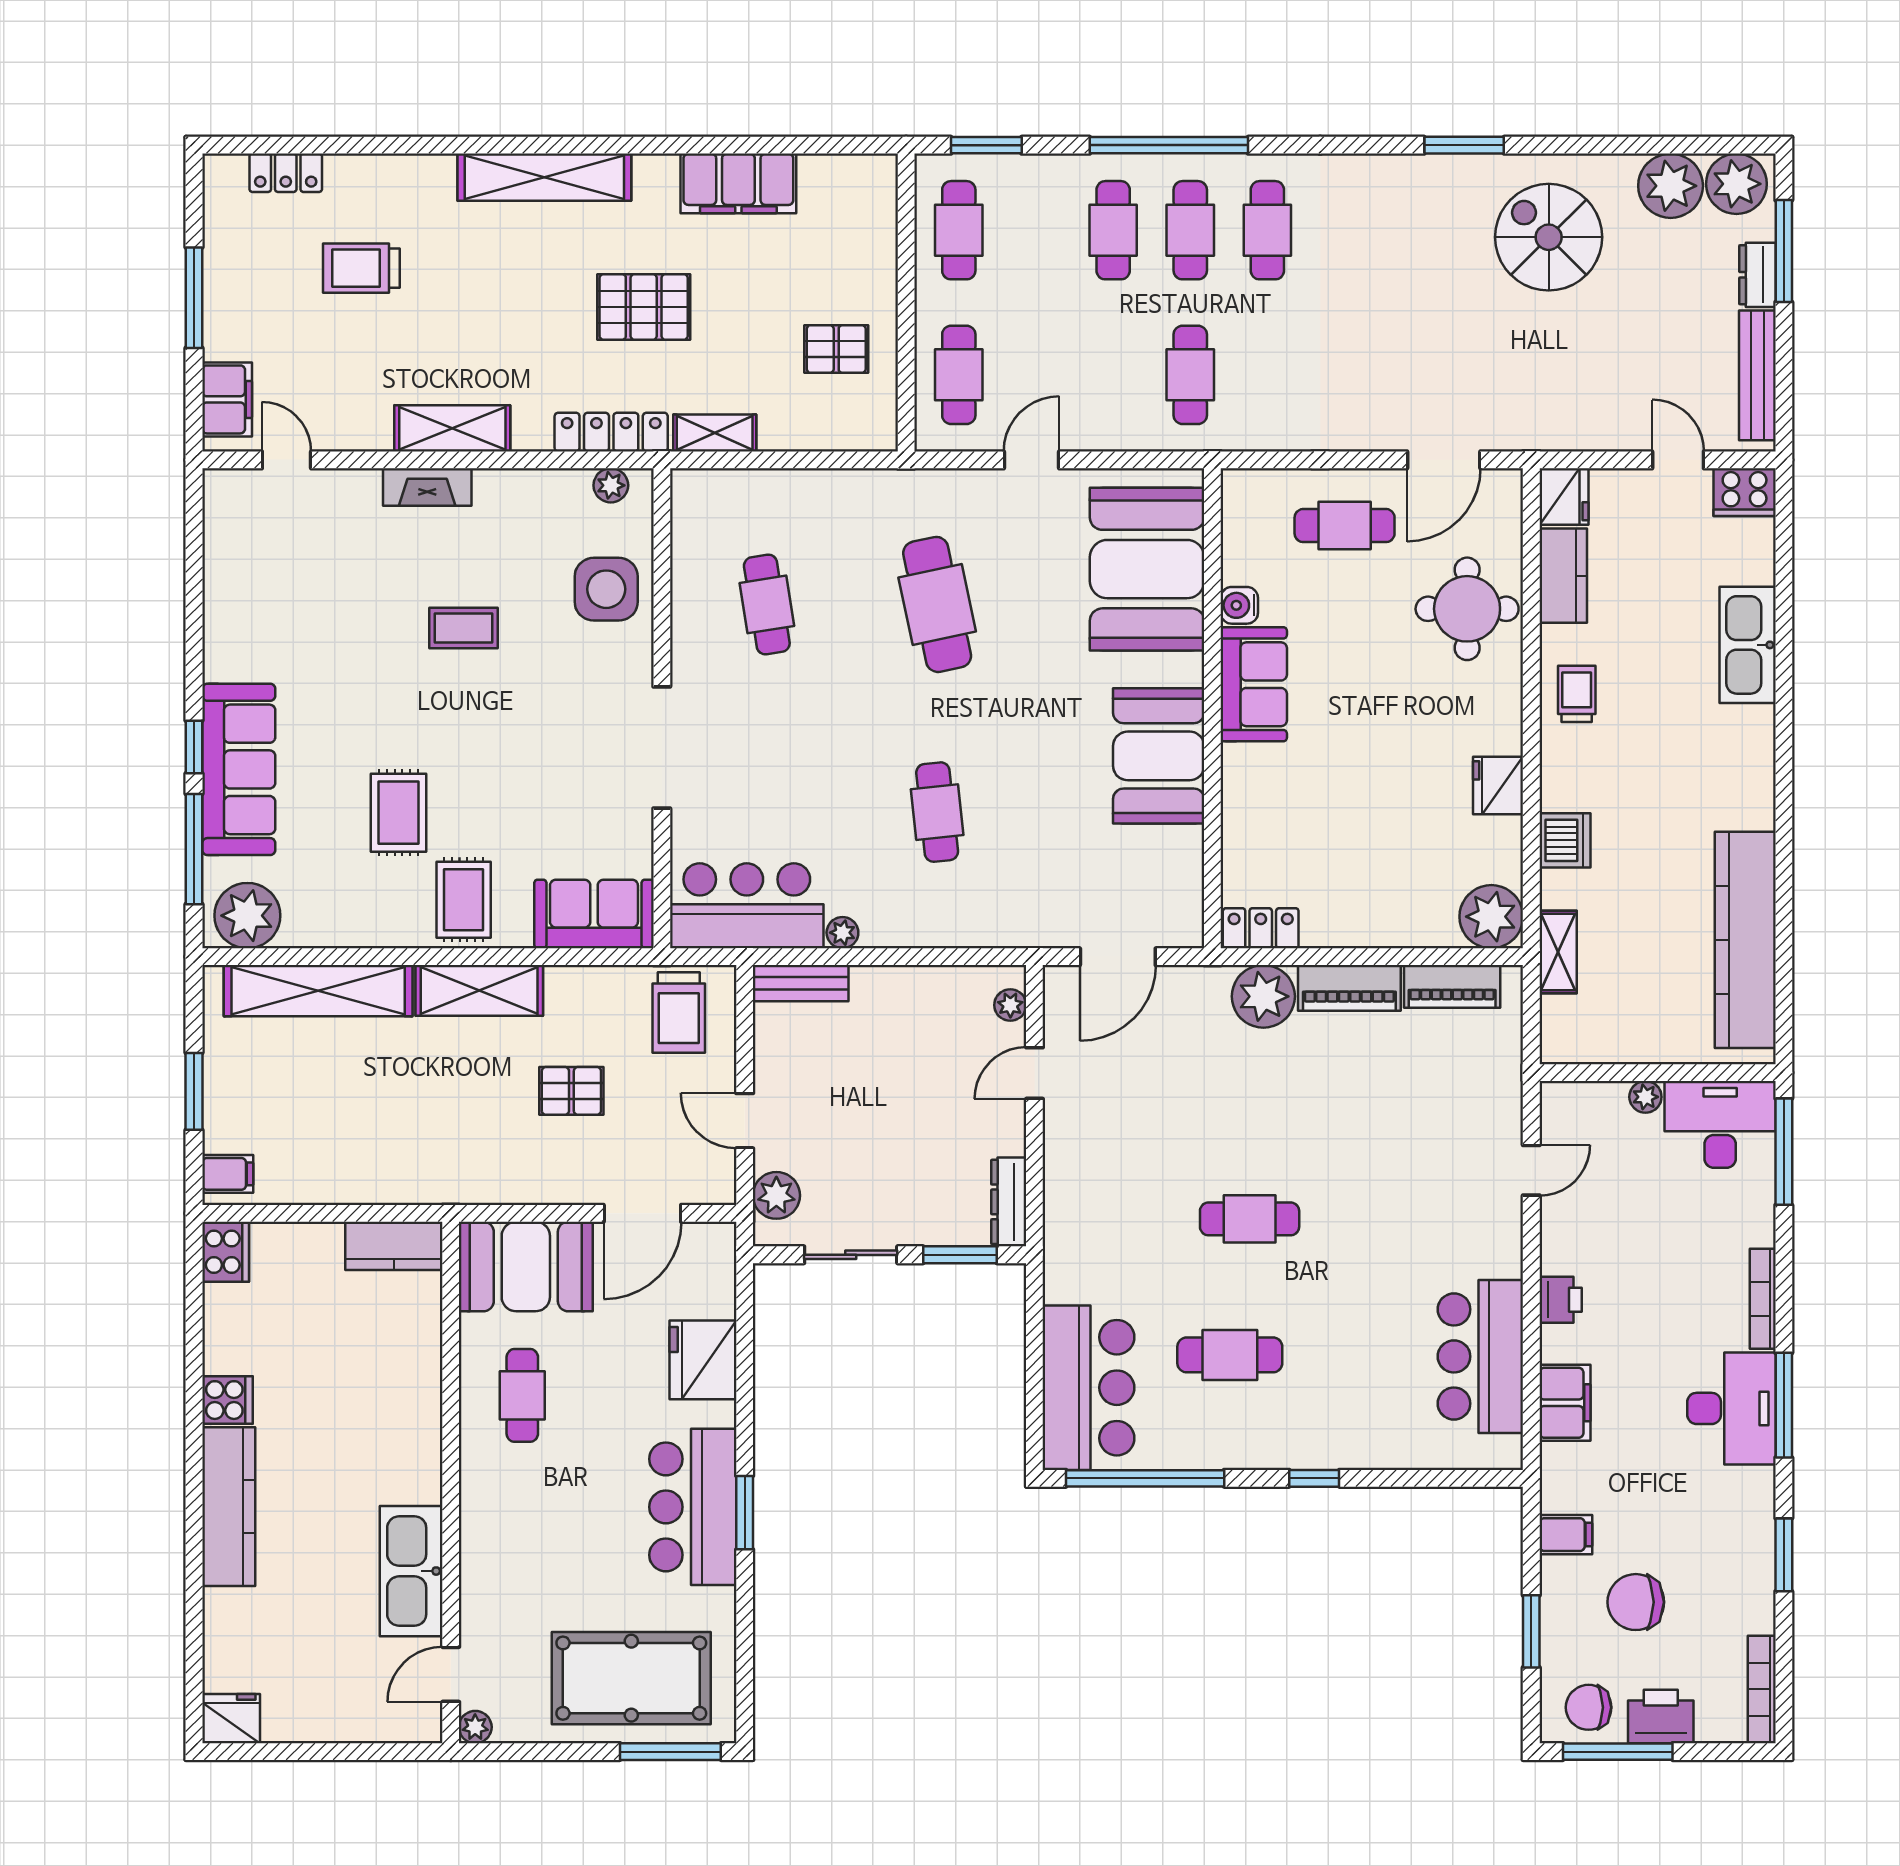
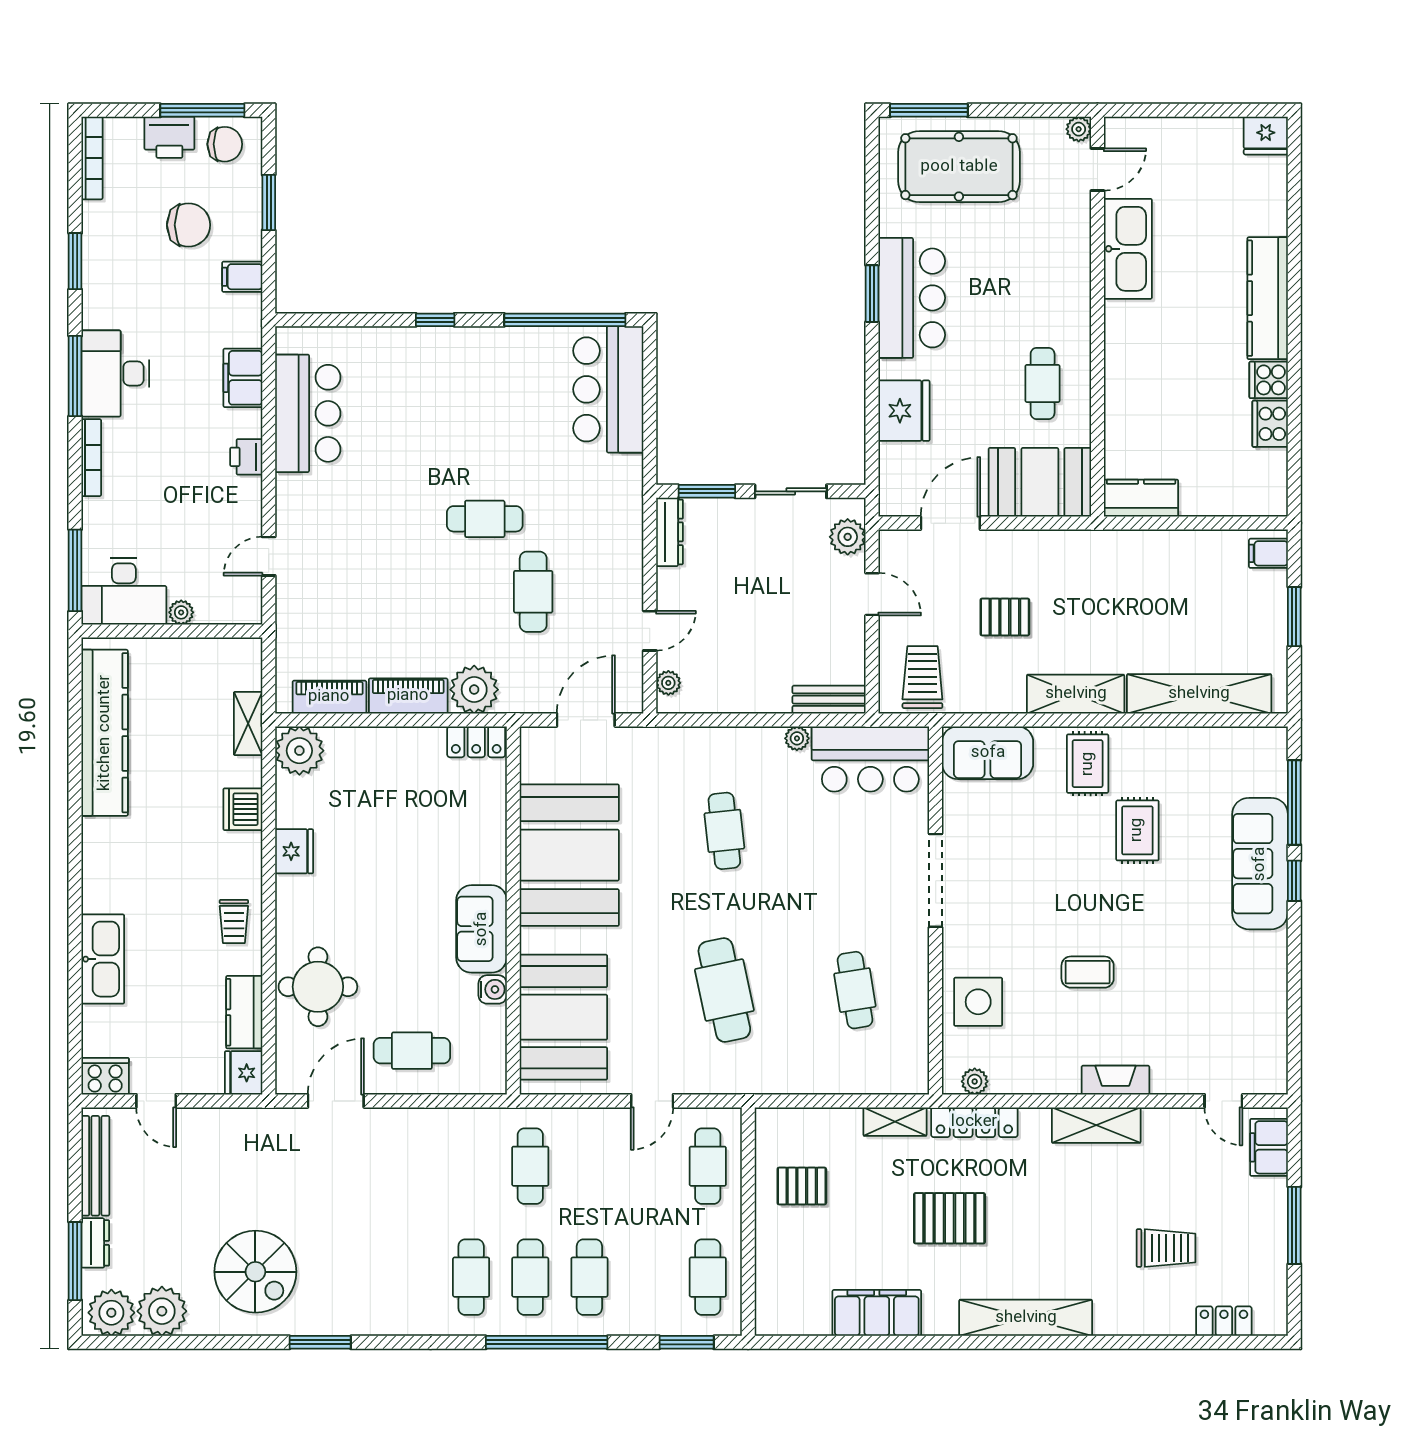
booth: (1159, 756) -> (569, 855), width x1.36, depth x1.42
plant: (247, 916) -> (1253, 751), removed
cooker: (226, 1252) -> (1270, 424), moved
cafe table: (1230, 1355) -> (533, 592), moved, turned 90

